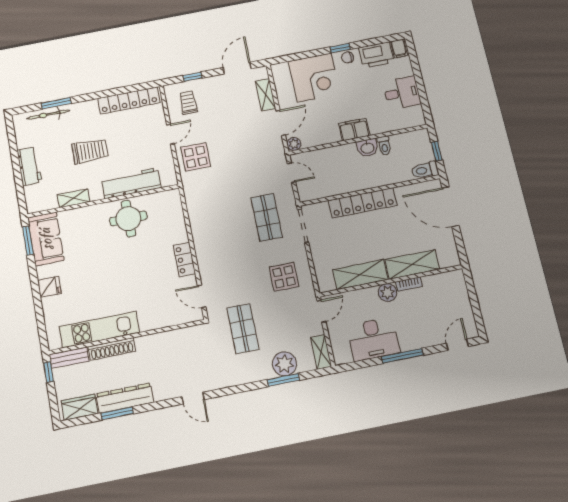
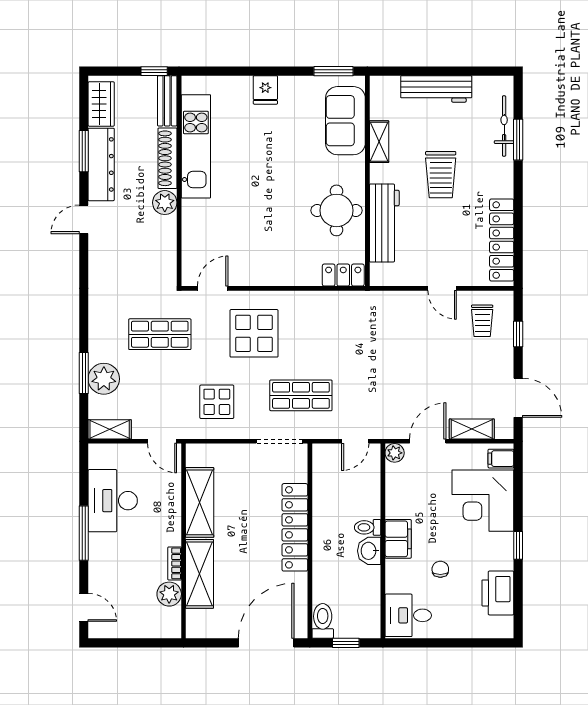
filing cabinet: (399, 48) -> (501, 459), moved
chair: (347, 57) -> (440, 569), moved
desk: (402, 93) -> (408, 615), moved, turned 90
trolley: (188, 103) -> (482, 321), turned 90
door: (281, 123) -> (428, 441), swing flipped
toilet: (384, 146) -> (368, 527), moved
display table: (196, 157) -> (254, 333), moved, width x1.36, depth x1.36
workbench: (29, 166) -> (436, 89), width x1.38
sofa: (46, 239) -> (345, 121), moved, turned 90
locker: (184, 259) -> (343, 275), moved
plant: (387, 292) -> (169, 594), moved
plant: (145, 344) -> (165, 203), added
door: (193, 398) -> (84, 219), moved

